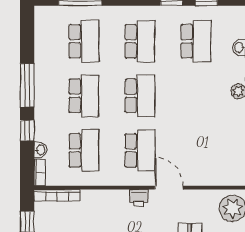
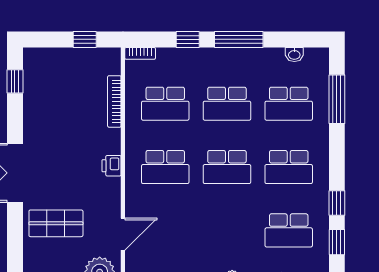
washbasin: (40, 150) -> (294, 54), moved
door: (169, 188) -> (123, 234), moved
bookcase: (57, 195) -> (114, 101), moved

